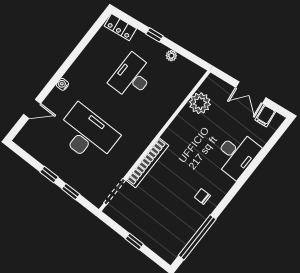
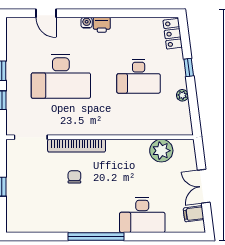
printer: (73, 74) -> (102, 25), added
desk: (132, 77) -> (139, 76), turned 180
desk: (87, 134) -> (61, 76), turned 90
chair: (202, 196) -> (74, 177), moved
window: (197, 237) -> (96, 237), moved

